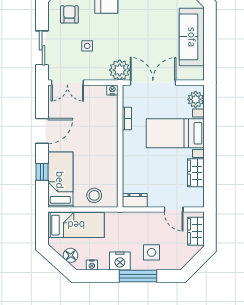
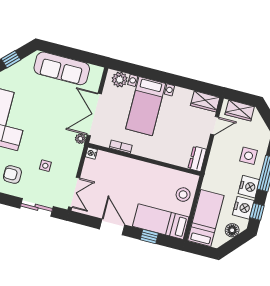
plant: (120, 70) -> (80, 139), width x0.53, depth x0.53
wardrobe: (196, 173) -> (205, 101), moved
nightstand: (92, 265) -> (243, 208), width x1.89, depth x1.79
window: (96, 276) -> (257, 212), added

